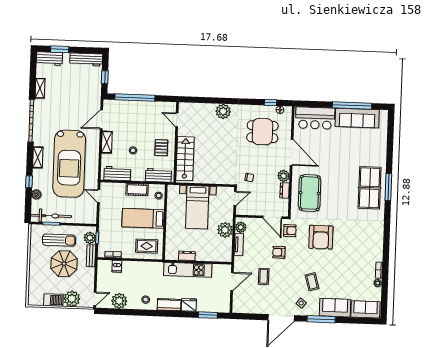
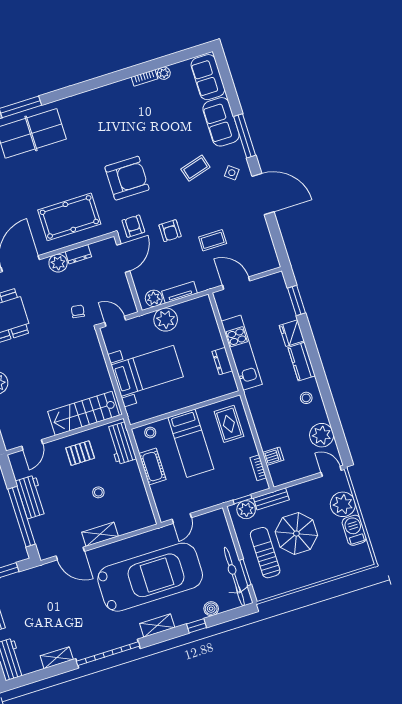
workbench: (117, 173) -> (31, 497), moved, turned 180

